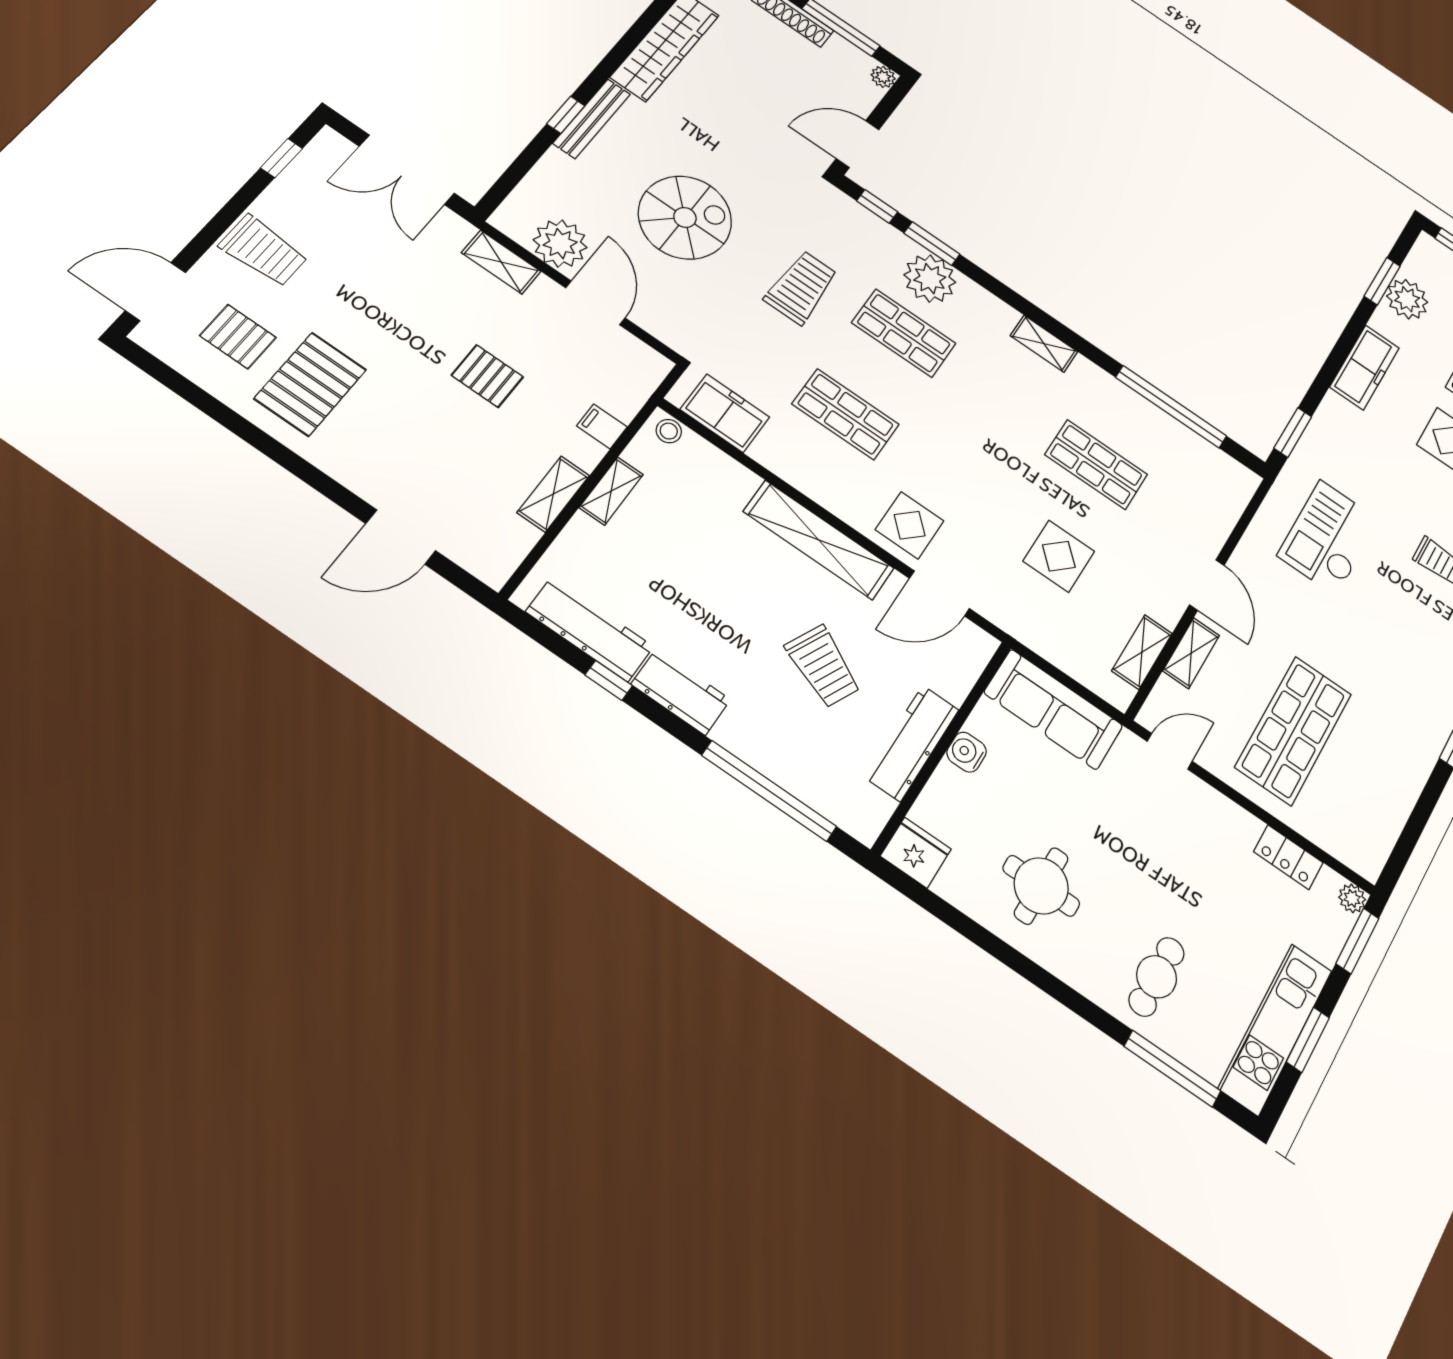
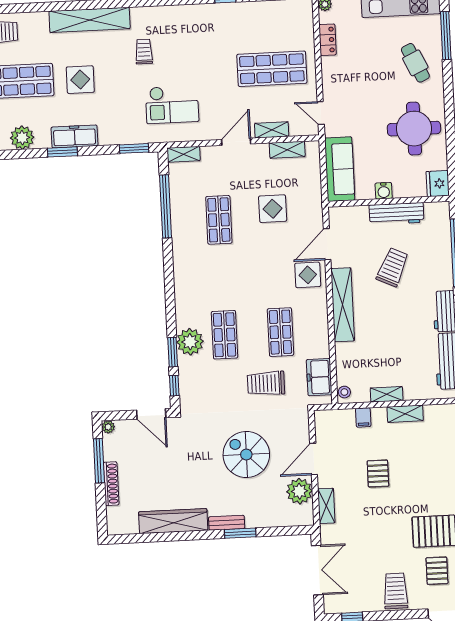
window: (566, 115) -> (240, 533), width x1.50
bench: (592, 119) -> (227, 523), width x0.73
window: (1382, 281) -> (62, 152), moved
trolley: (801, 287) -> (266, 383), moved
shelving: (1044, 344) -> (184, 154), moved, turned 90
door: (939, 593) -> (327, 244), swing flipped
round table: (1041, 886) -> (414, 129), width x1.36, depth x1.36
cafe table: (1157, 977) -> (415, 63), turned 65

